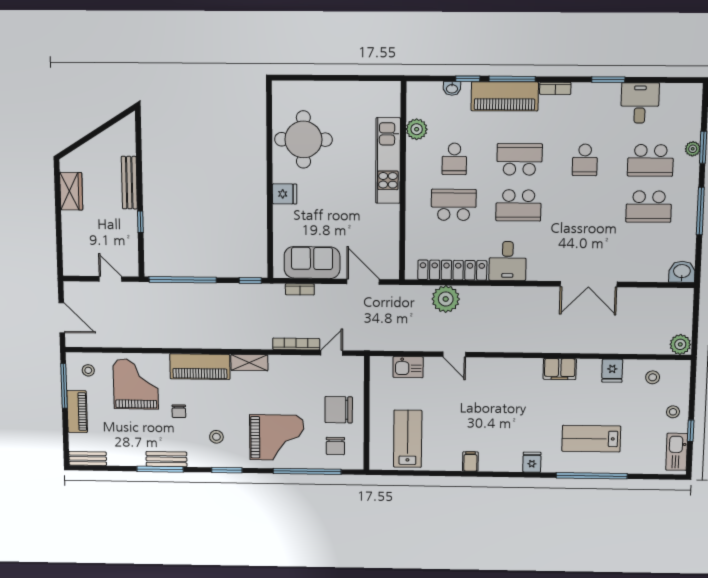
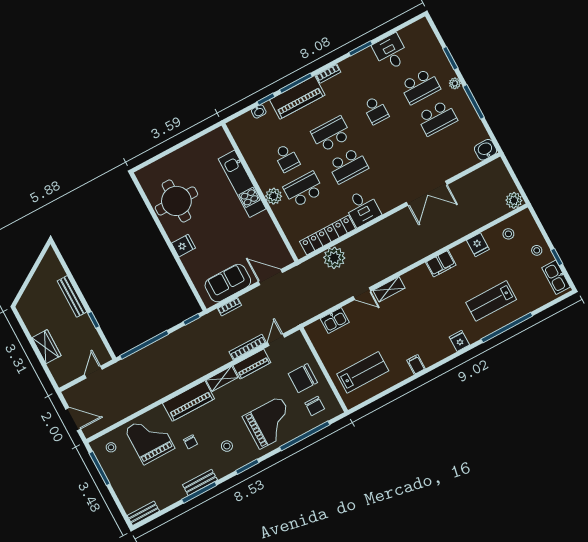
plant: (417, 129) -> (274, 196), moved
plant: (693, 149) -> (455, 83), moved
wardrobe: (71, 191) -> (47, 347), moved
door: (110, 279) -> (93, 372), hinge flipped
shelving: (487, 366) -> (389, 289), added
piano: (77, 412) -> (252, 364), moved, turned 90
lab bench: (408, 439) -> (363, 372), turned 90

